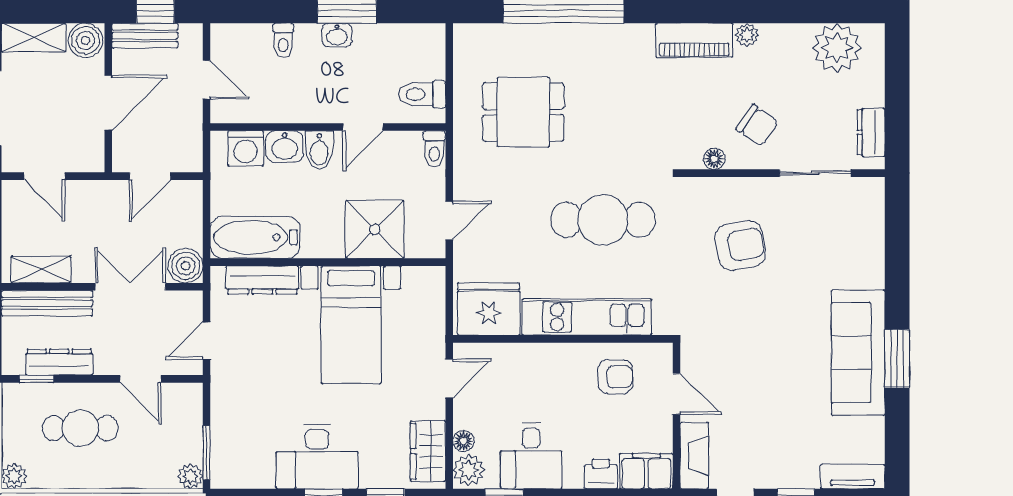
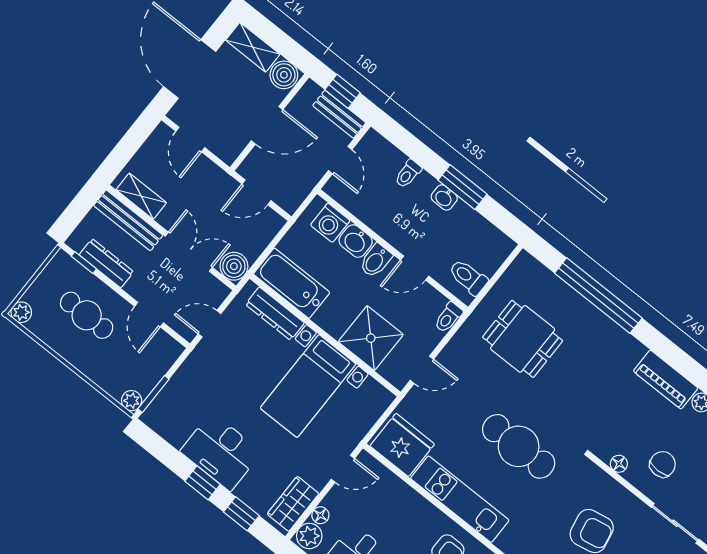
bench: (145, 36) -> (339, 114), moved
chair: (757, 125) -> (663, 464), turned -125

